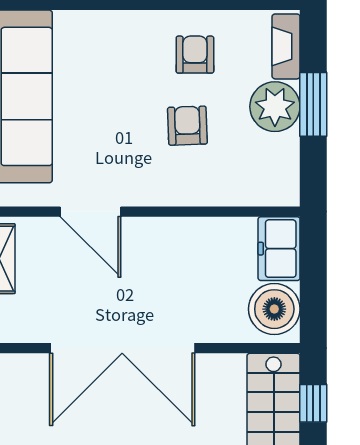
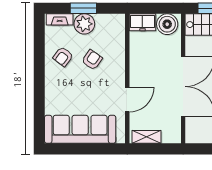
armchair: (195, 55) -> (63, 57), turned -53
armchair: (187, 126) -> (92, 60), turned 127

